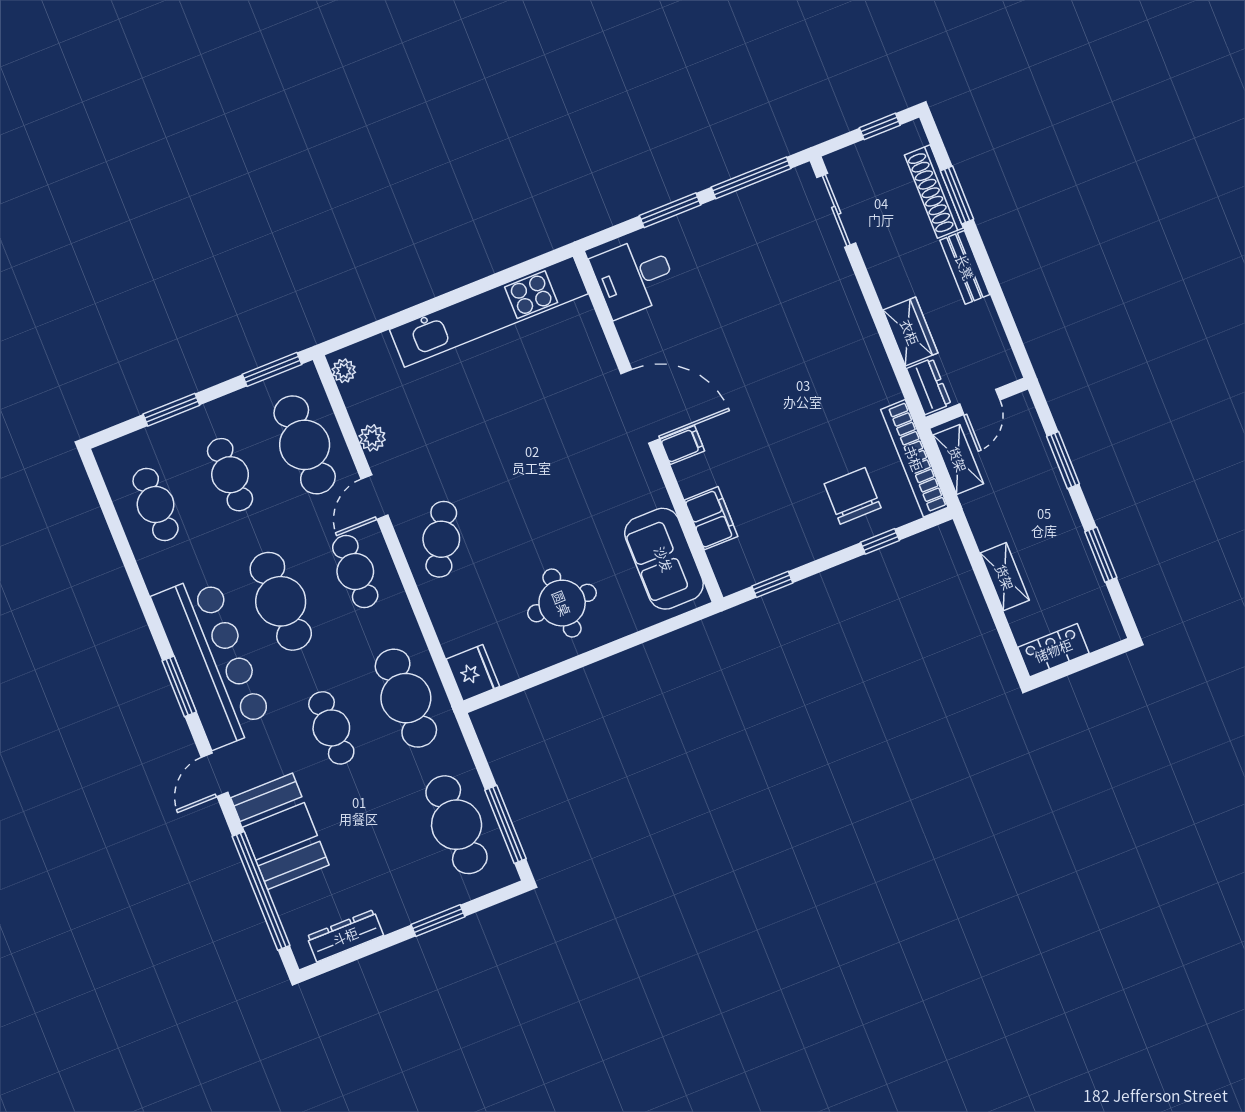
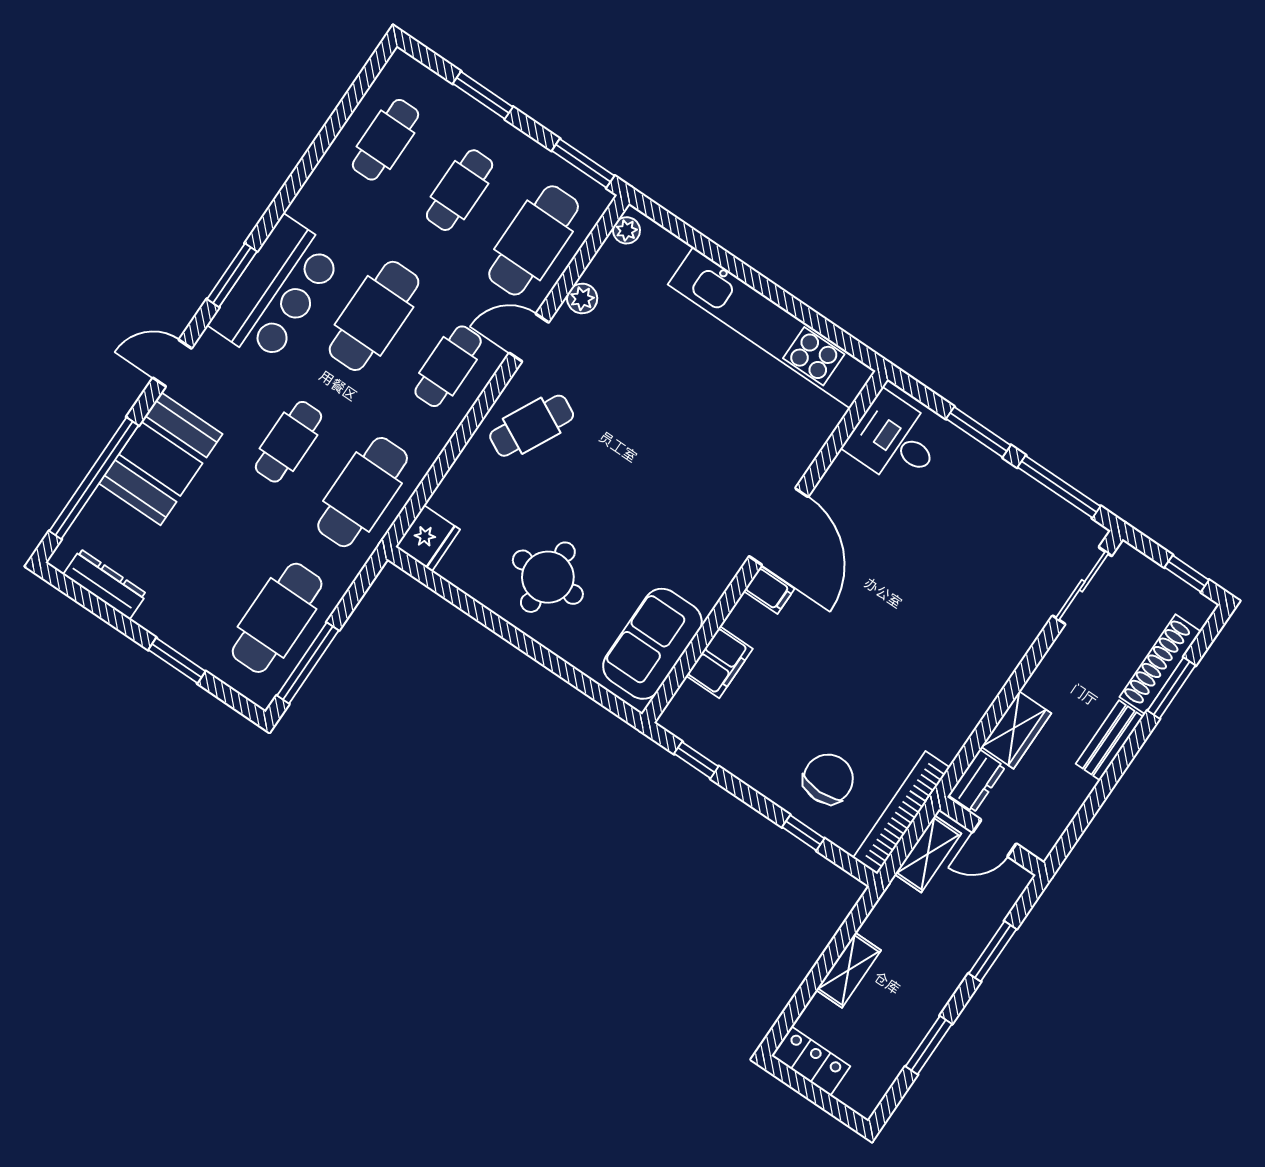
bar counter: (213, 661) -> (276, 290), width x0.73

